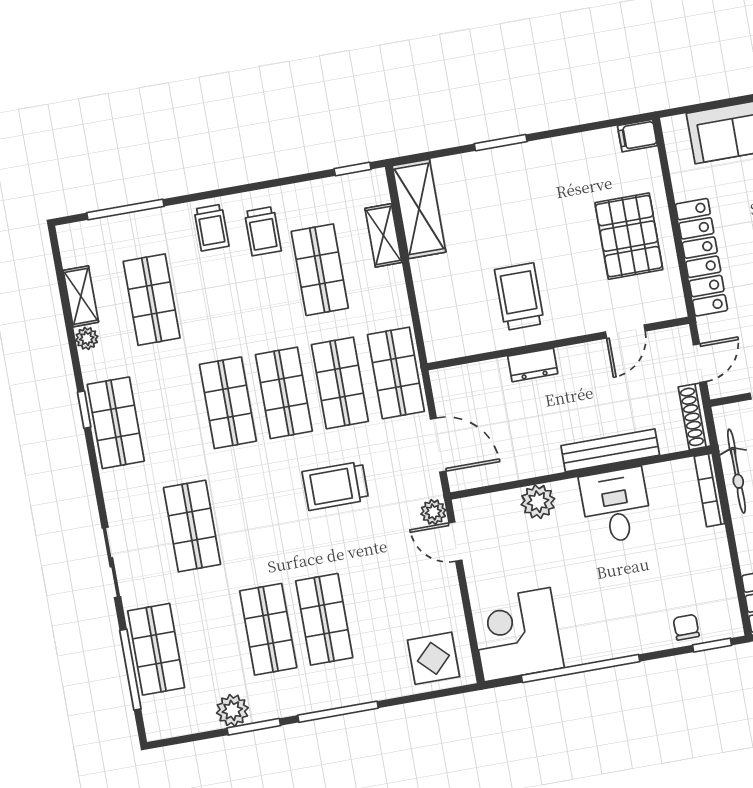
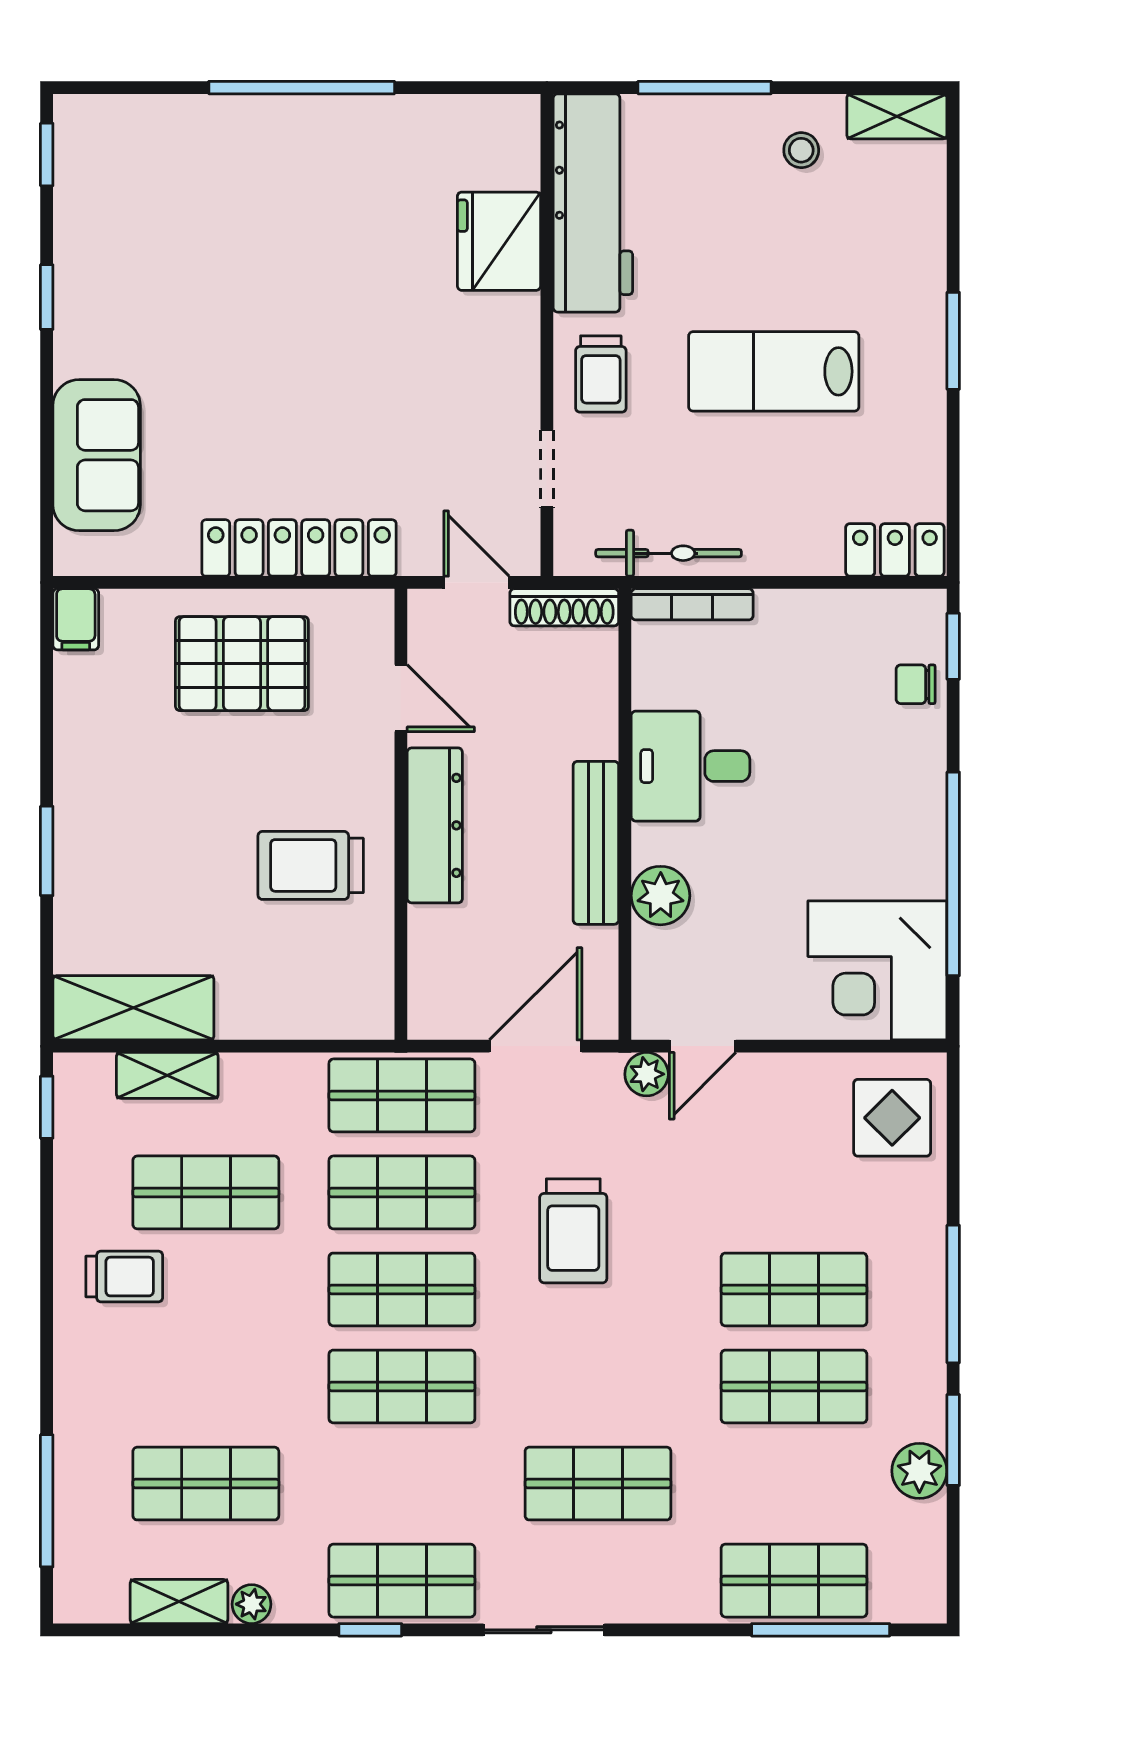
trolley: (211, 228) -> (103, 1362), removed
dresser: (533, 365) -> (435, 825), width x1.96, depth x1.24
bench: (610, 450) -> (596, 843), moved
sliding door: (111, 562) -> (544, 1630), moved

